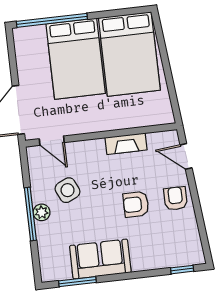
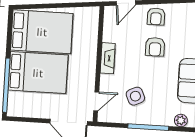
fireplace: (126, 144) -> (108, 58), moved
armchair: (175, 198) -> (156, 16), turned -90
plant: (42, 212) -> (181, 120), moved

